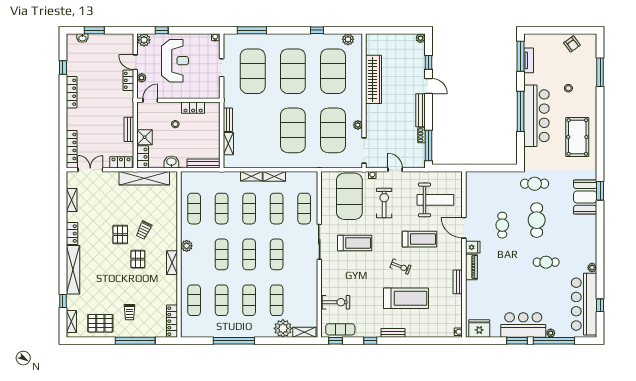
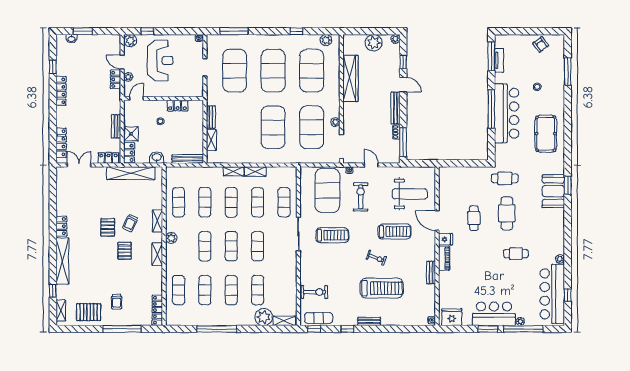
plant: (398, 42) -> (374, 43), added
shelving: (72, 200) -> (157, 221), moved

